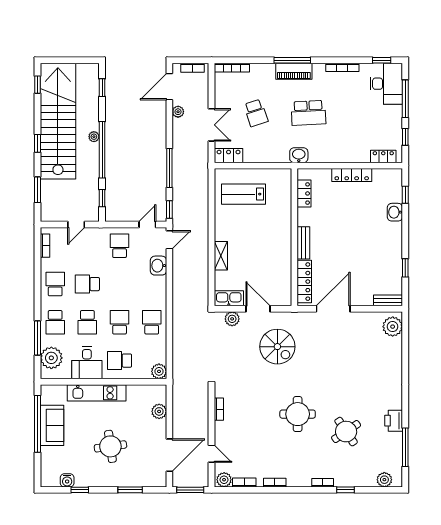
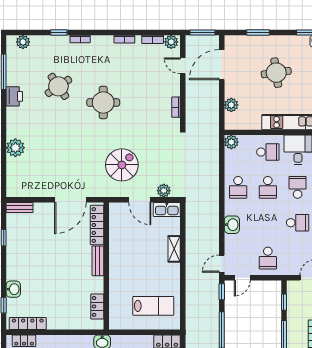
locker: (352, 175) -> (28, 324), moved
washbasin: (158, 266) -> (232, 225), moved
plant: (393, 327) -> (15, 148), moved
spiral stairs: (277, 347) -> (122, 165), turned 90

